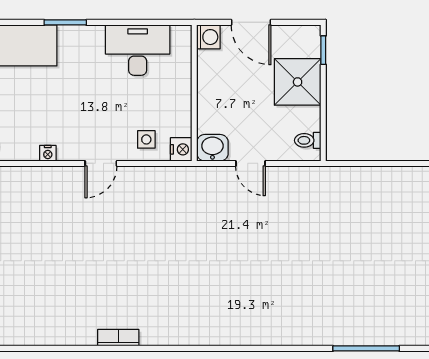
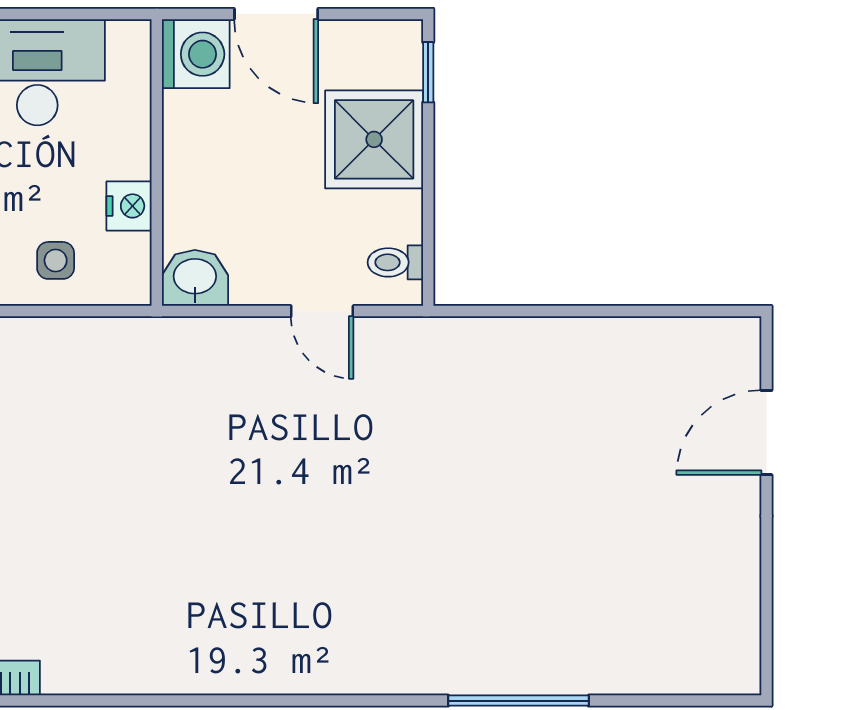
washing machine: (208, 37) -> (196, 54), width x1.38, depth x1.38
nightstand: (181, 149) -> (129, 206), moved
door: (250, 163) -> (322, 311), moved

